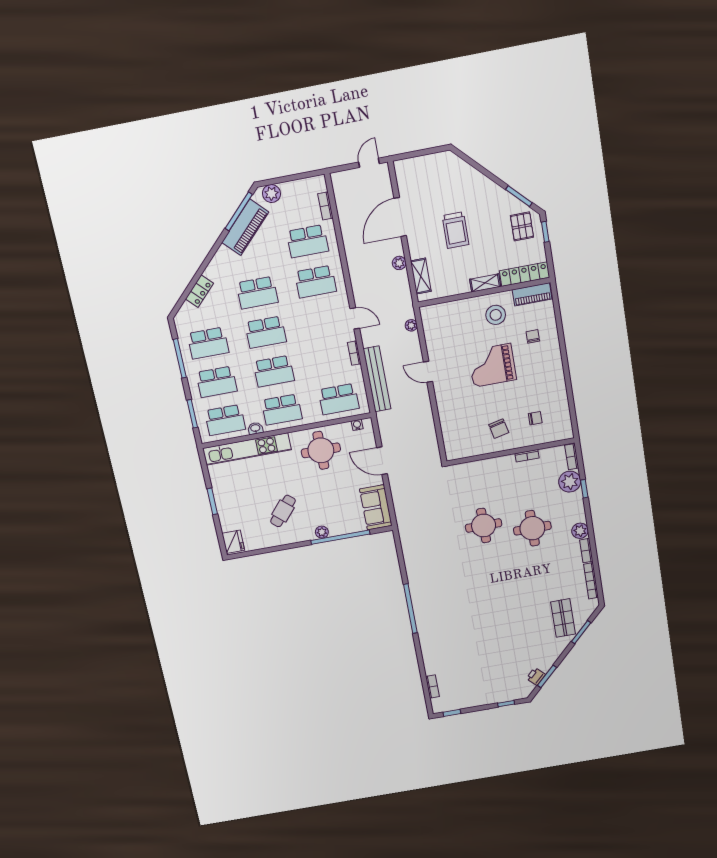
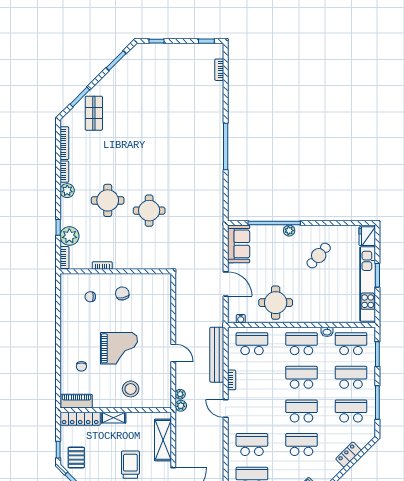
plant: (399, 263) -> (181, 406), moved
shelving: (421, 276) -> (163, 440), width x1.50, depth x1.33
stool: (496, 315) -> (131, 389), moved
kitchen unit: (247, 449) -> (368, 284), moved, turned -90
printer: (536, 677) -> (126, 62), removed

